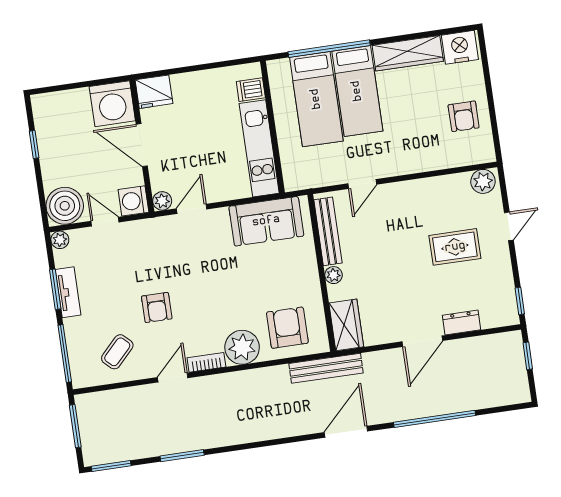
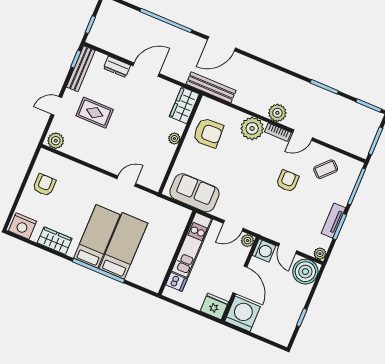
wardrobe: (408, 53) -> (55, 241), width x0.67
dishwasher: (251, 90) -> (176, 282), moved
wall: (272, 127) -> (177, 253), moved
kitchen unit: (259, 148) -> (192, 245), moved
bench: (328, 231) -> (81, 69), moved
armchair: (287, 328) -> (208, 133), moved, turned -93
plant: (222, 387) -> (277, 113), added

